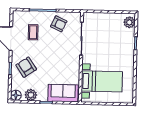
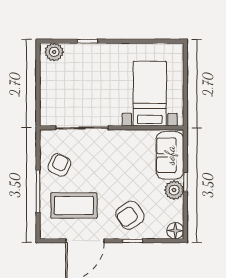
coffee table: (33, 32) -> (74, 205), width x1.86, depth x1.72
plant: (31, 95) -> (174, 190), moved

